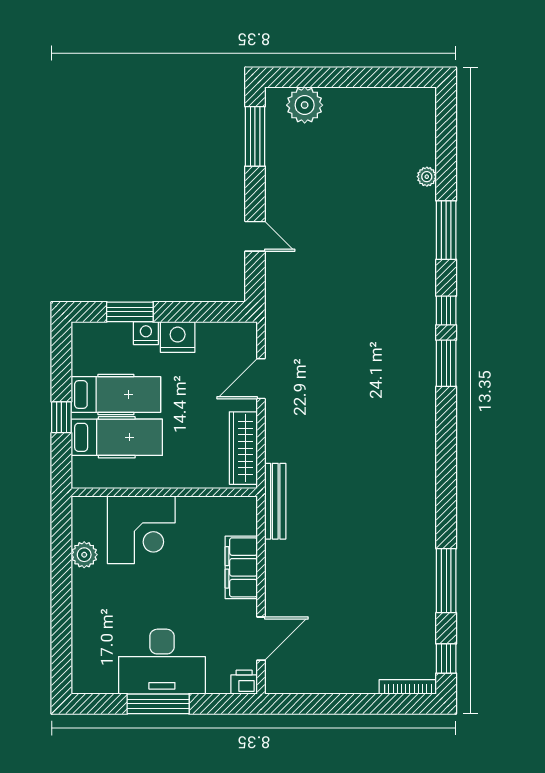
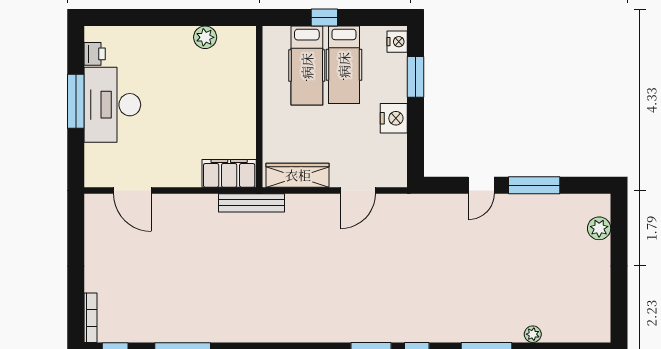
plant: (305, 105) -> (599, 228), width x0.73, depth x0.73
window: (255, 136) -> (534, 185), moved
nightstand: (146, 333) -> (397, 42), moved
door: (261, 379) -> (358, 191), swing flipped
corner desk: (141, 530) -> (227, 87), removed
filing cabinet: (241, 567) -> (229, 173), moved
printer: (244, 682) -> (95, 54), moved

